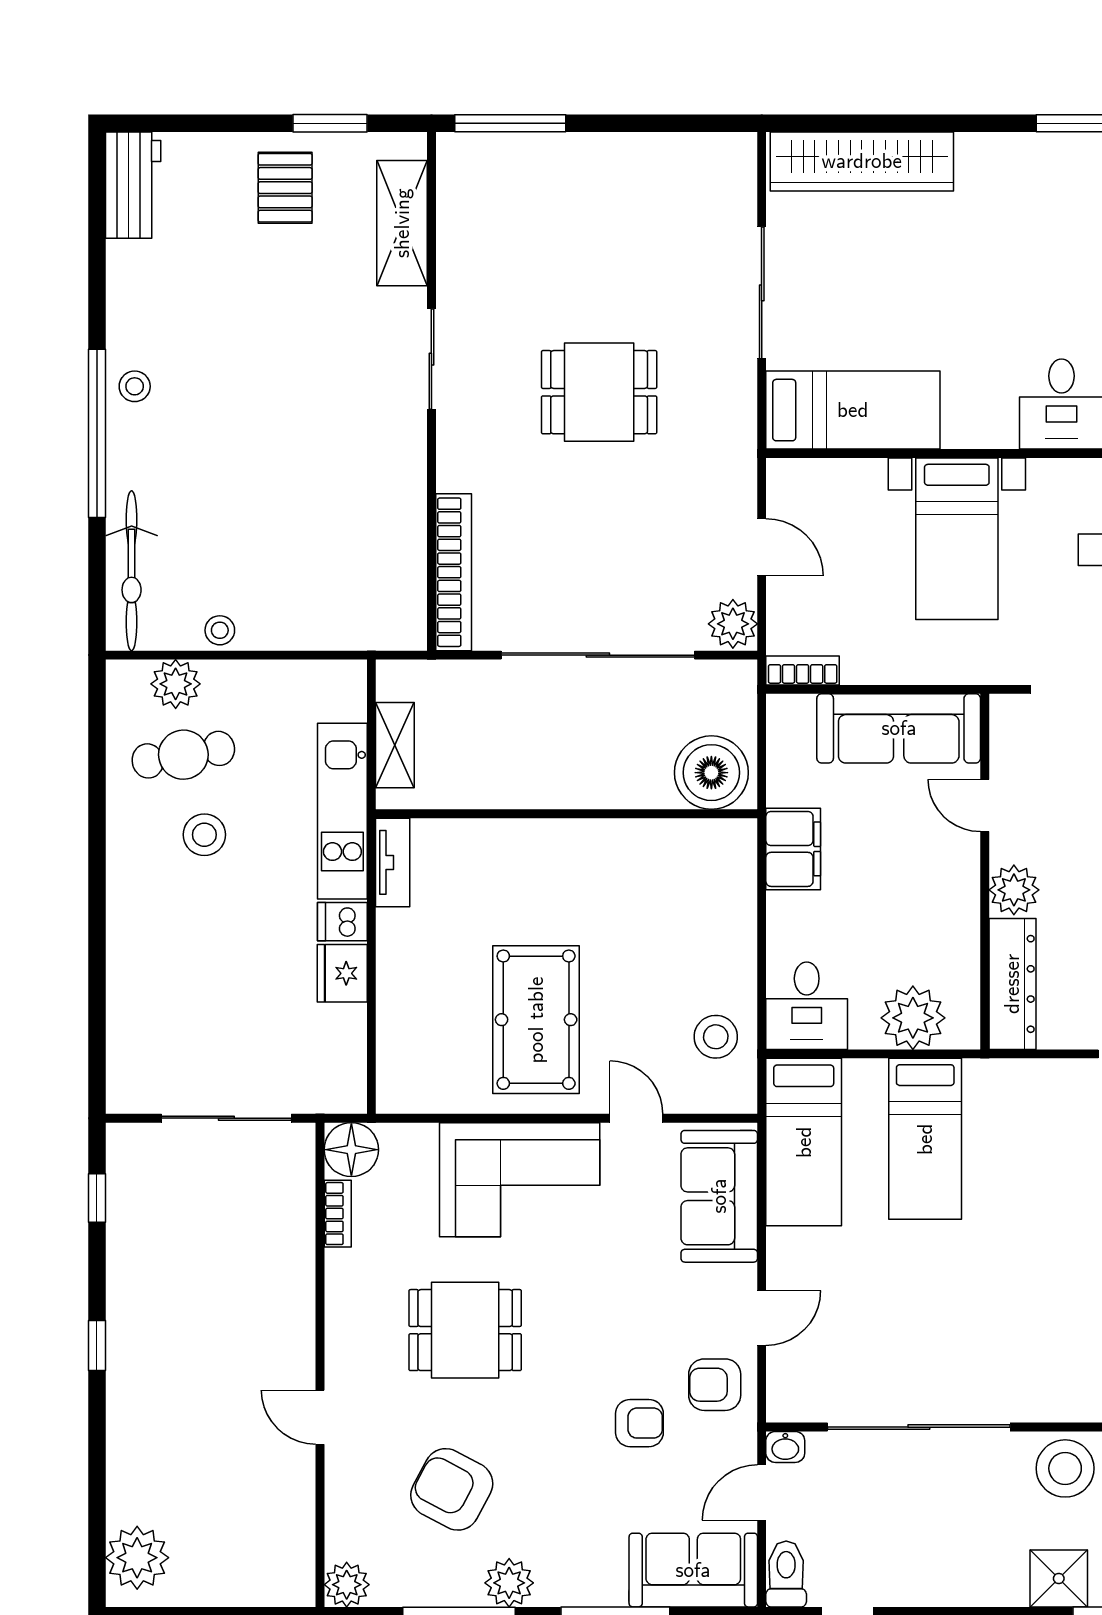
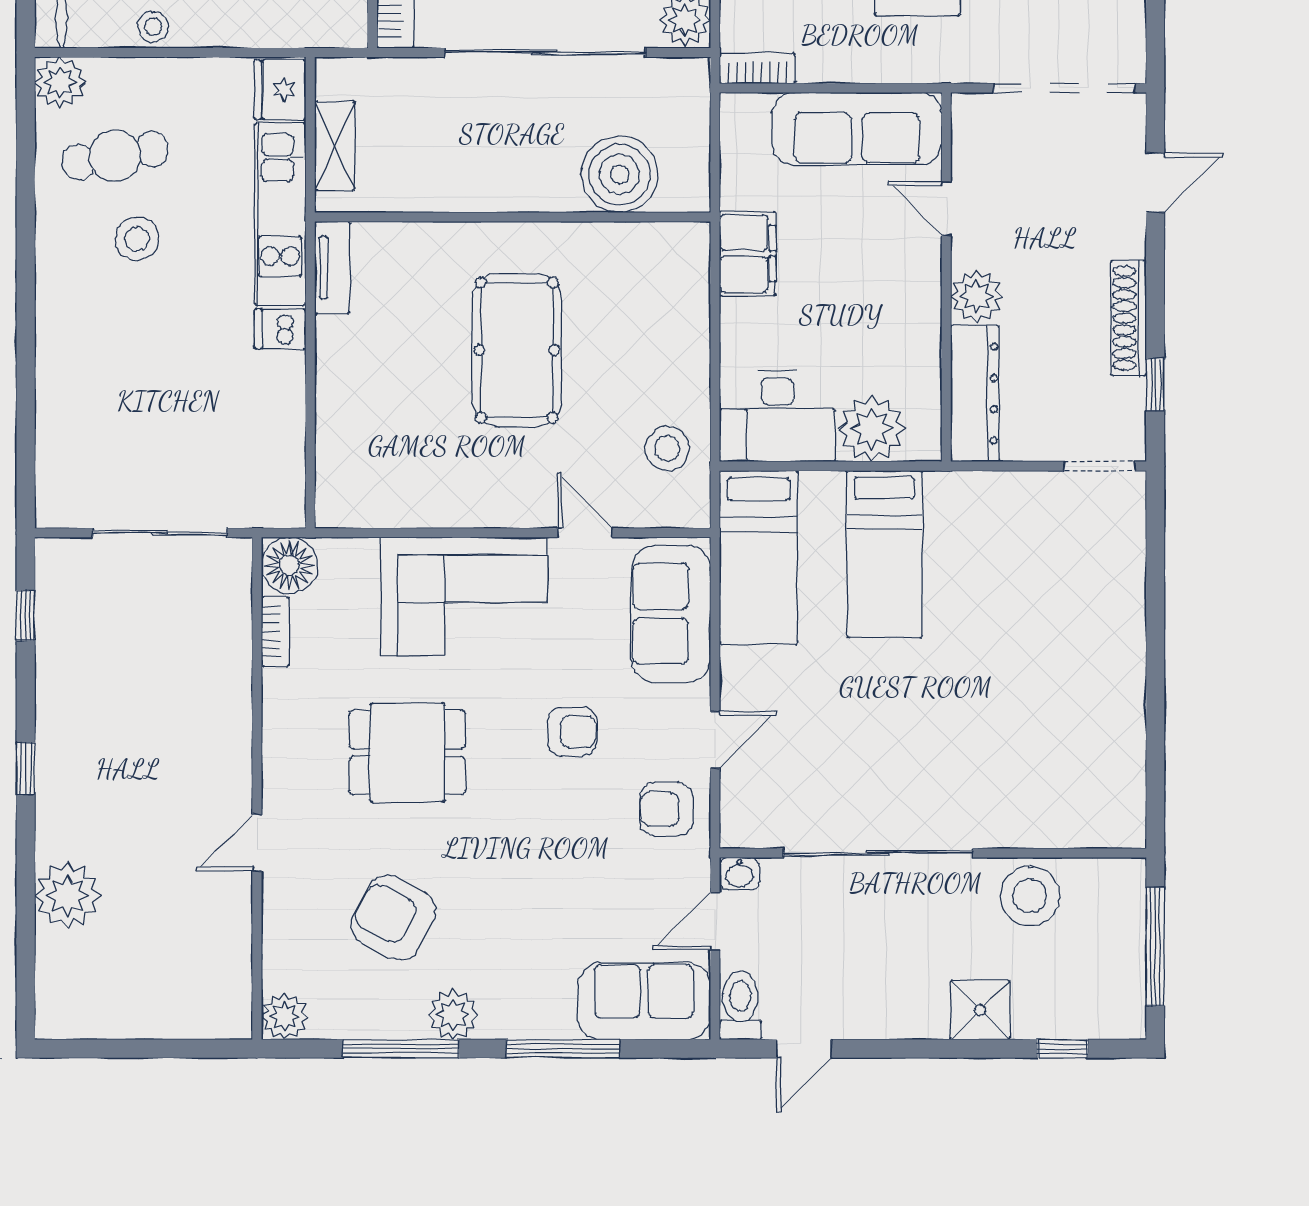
plant: (176, 684) -> (60, 82), moved
boiler: (711, 773) -> (620, 174), moved
fridge: (342, 973) -> (280, 90), moved
desk: (807, 1006) -> (777, 416), width x1.37
pool table: (536, 1020) -> (517, 350), moved
door: (320, 1417) -> (257, 843), hinge flipped
armchair: (639, 1423) -> (572, 732), moved
plant: (137, 1558) -> (67, 895), moved
shower: (1059, 1578) -> (980, 1010), moved

